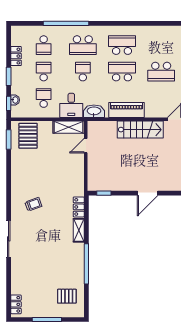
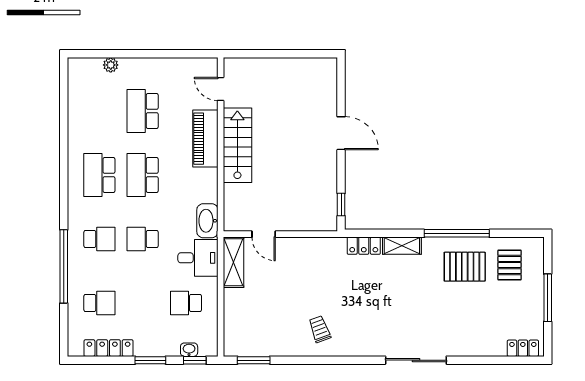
school desk: (83, 45) -> (99, 239), width x0.54
locker: (16, 56) -> (109, 348), width x1.53
school desk: (44, 72) -> (143, 303), removed
school desk: (161, 72) -> (143, 111), turned 180
piano: (126, 110) -> (205, 139), moved
pallet: (28, 136) -> (465, 267), moved
trolley: (33, 204) -> (320, 329), moved

